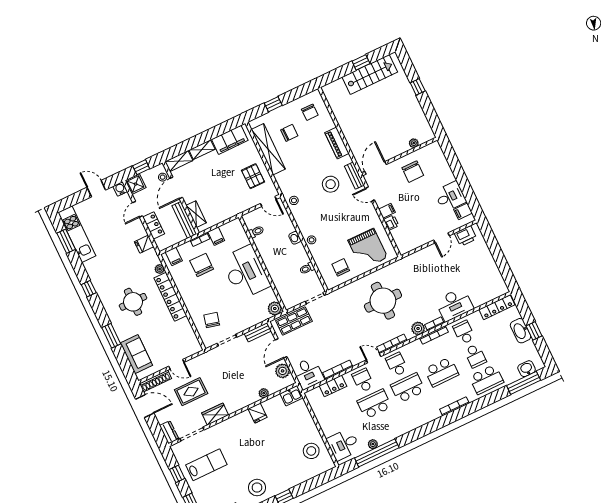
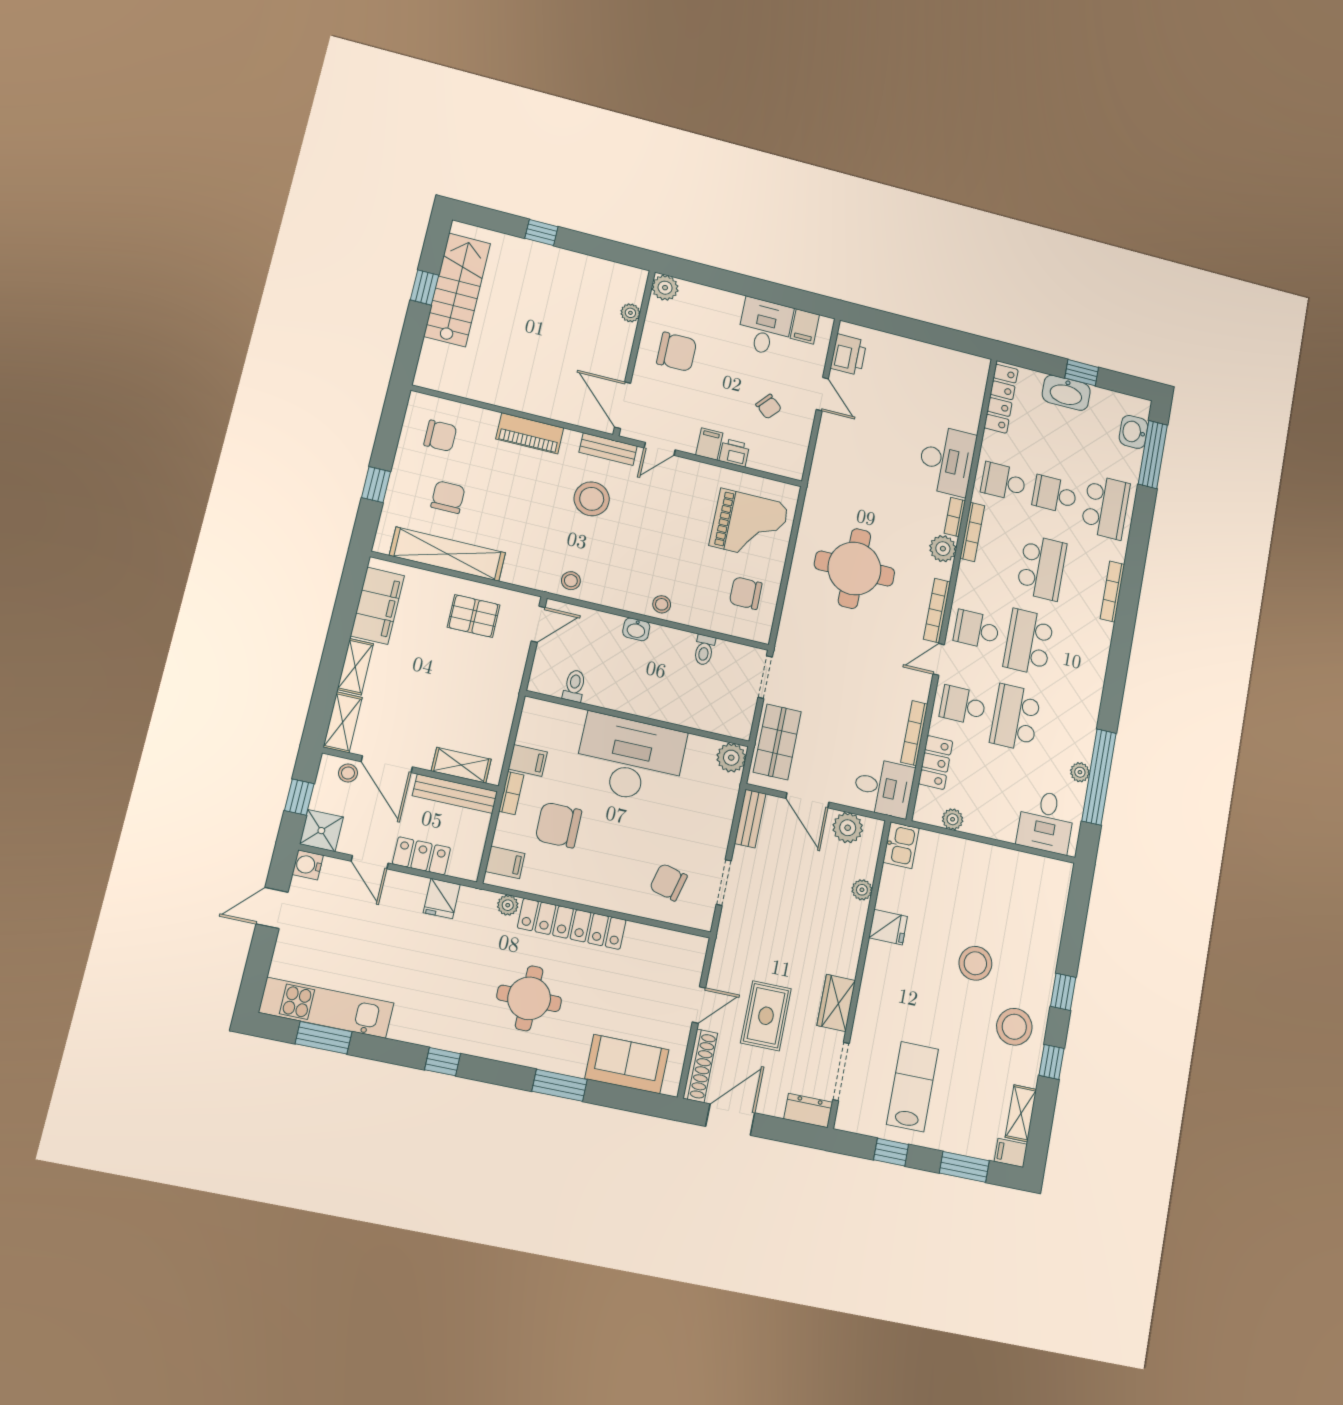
plant: (434, 148) -> (665, 288), added
chair: (420, 222) -> (769, 407), added
school desk: (475, 356) -> (1055, 494), turned 180
plant: (316, 408) -> (953, 819), added
stool: (311, 451) -> (975, 963), moved

